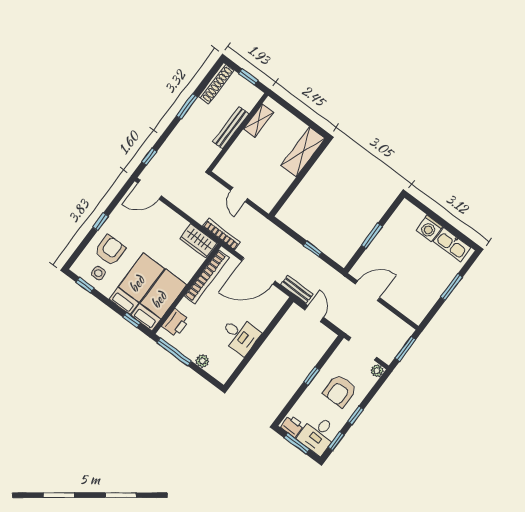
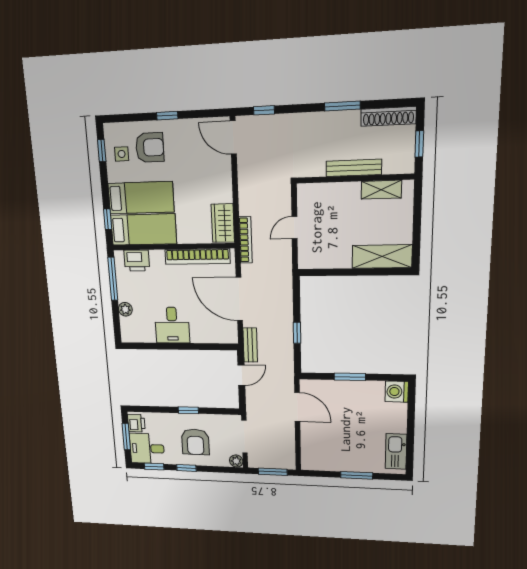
washing machine: (429, 228) -> (397, 392), moved
armchair: (340, 391) -> (195, 442), turned -90

